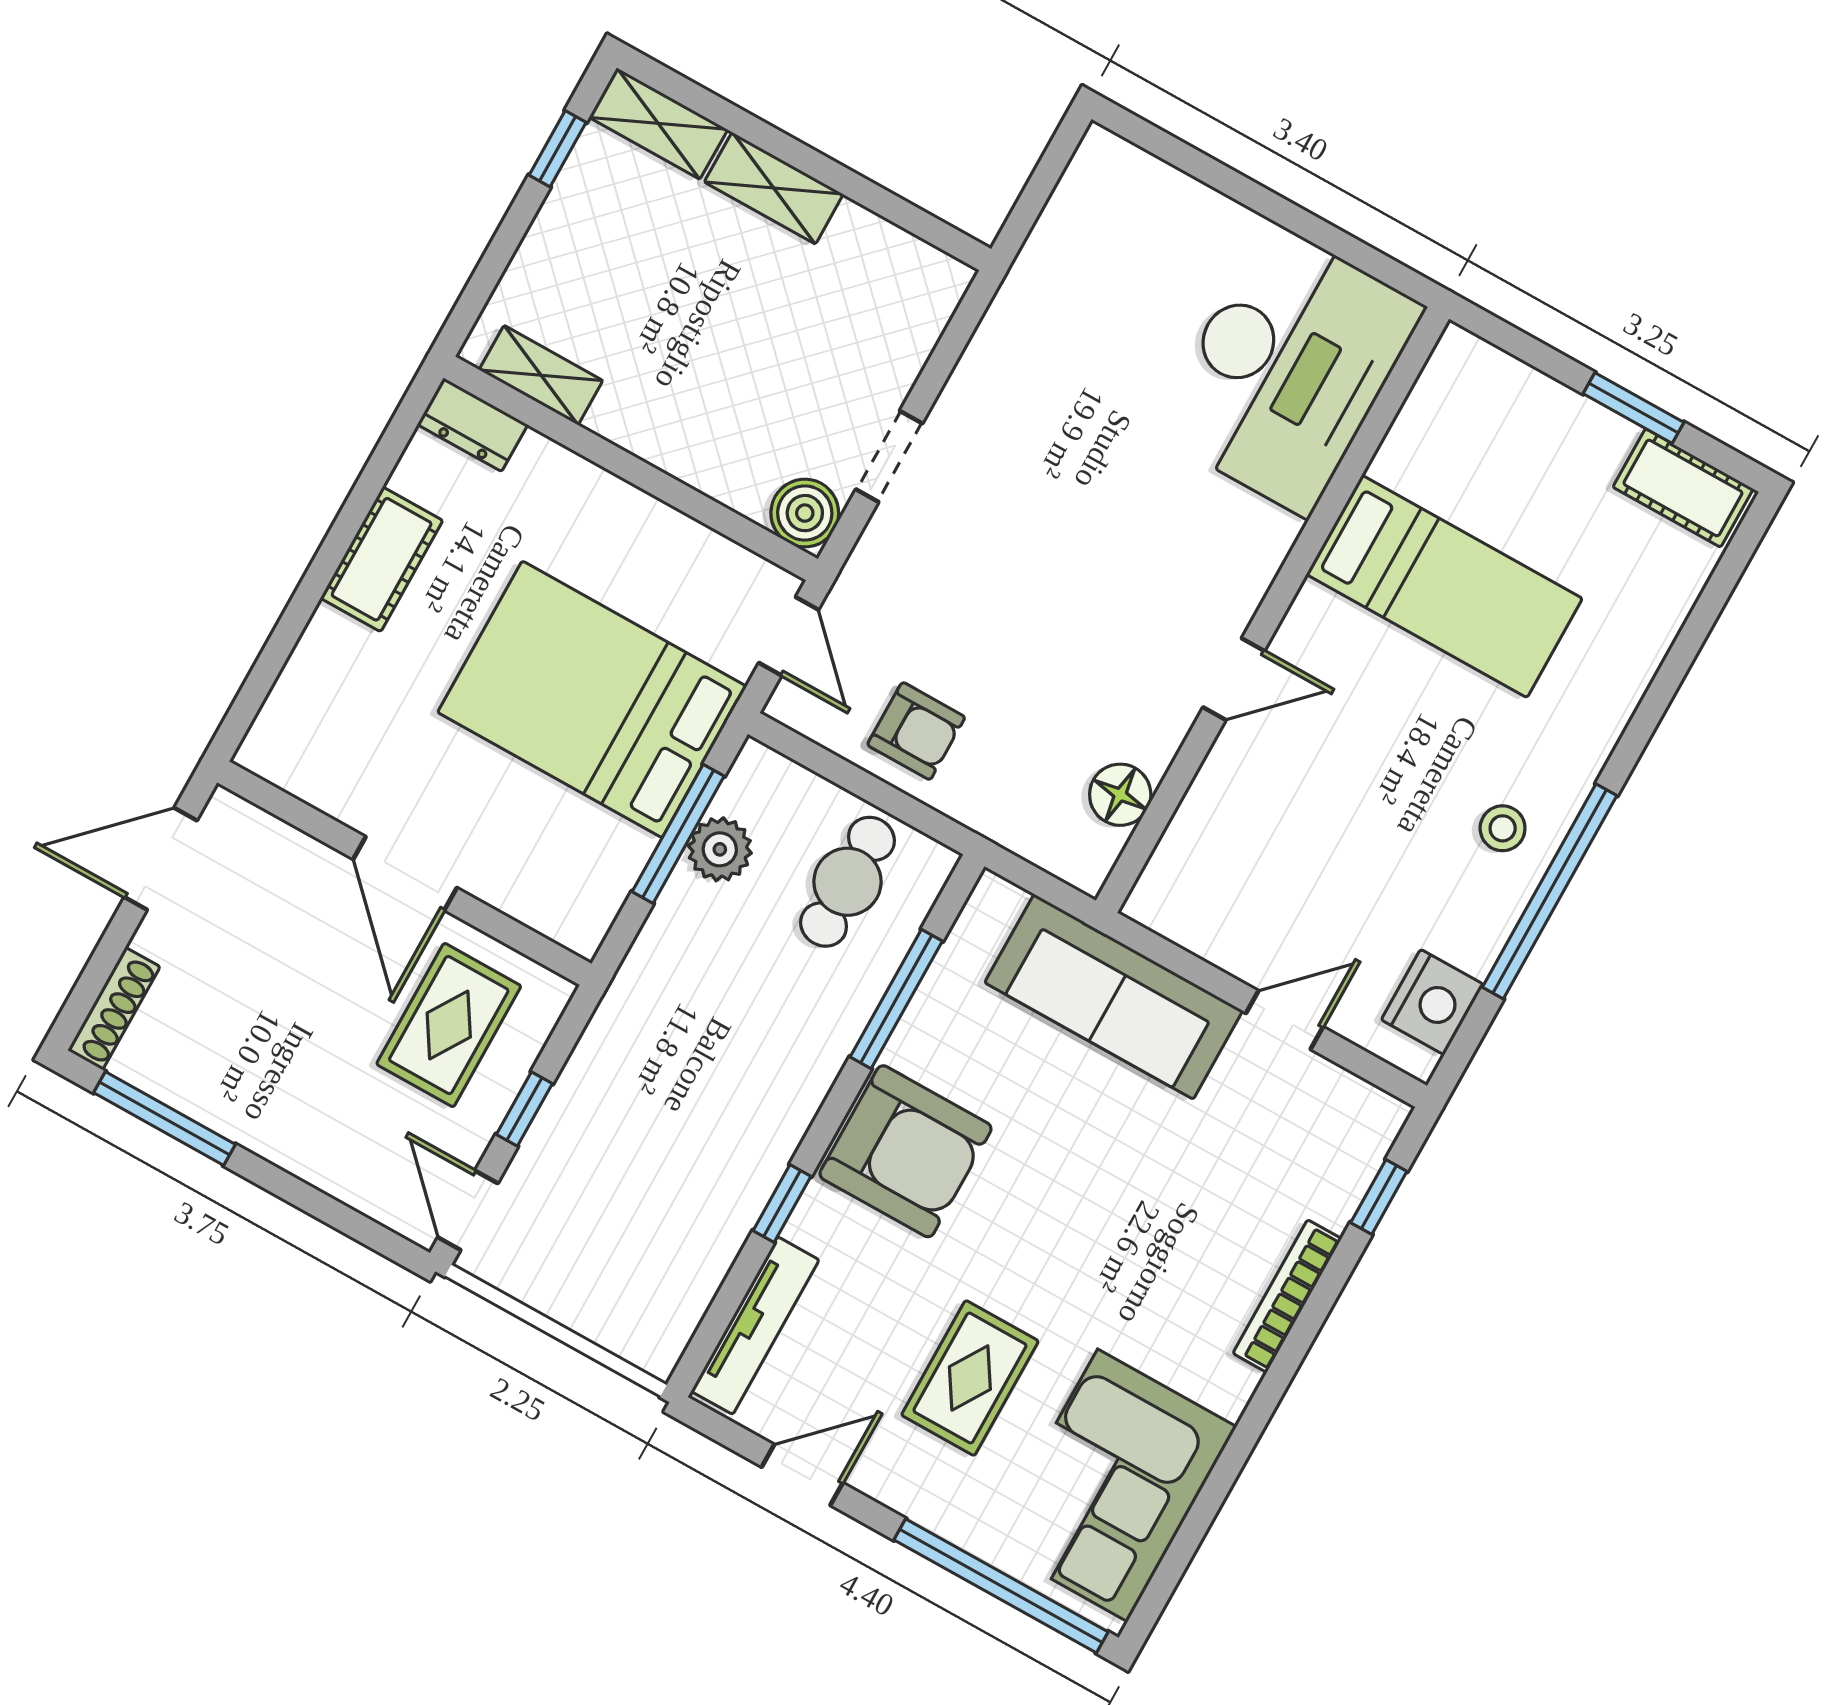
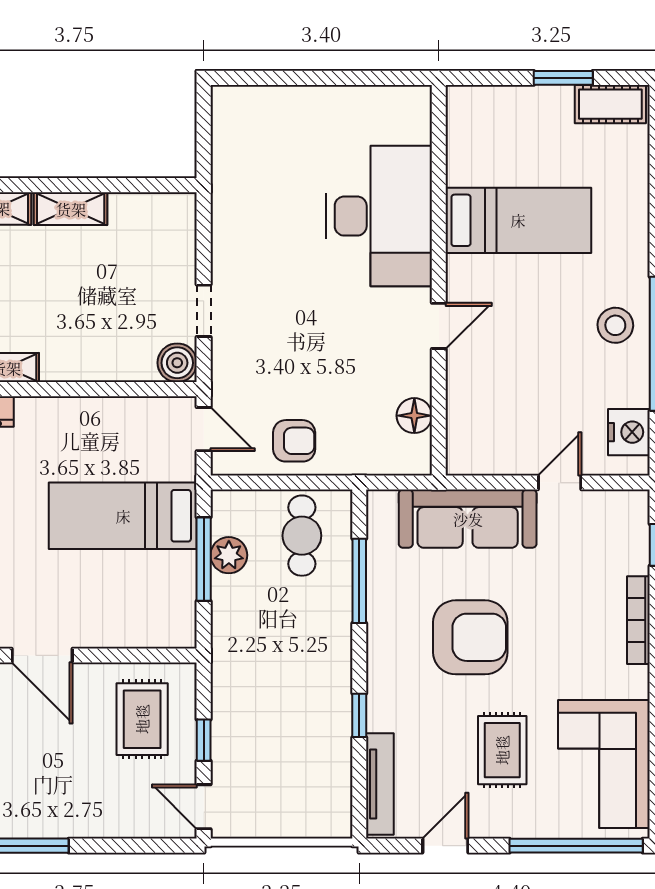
desk: (1288, 369) -> (379, 216), moved
bed: (592, 699) -> (123, 516), width x0.67
stool: (1503, 828) -> (615, 325), width x1.37, depth x1.37
door: (405, 873) -> (42, 655), moved
armchair: (906, 1151) -> (470, 637), moved

